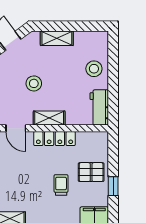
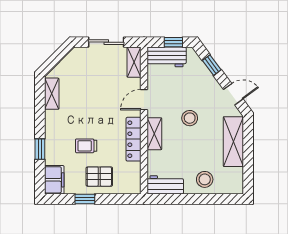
shelving: (57, 38) -> (233, 142), width x1.50, depth x1.33
pallet: (91, 172) -> (99, 177), turned 90
trolley: (61, 185) -> (86, 146), turned 180

